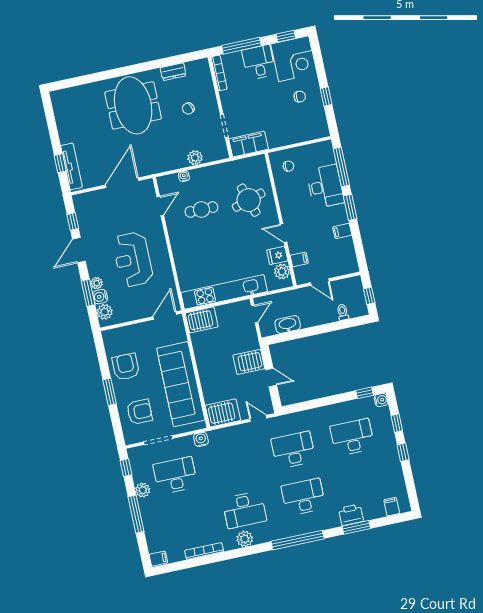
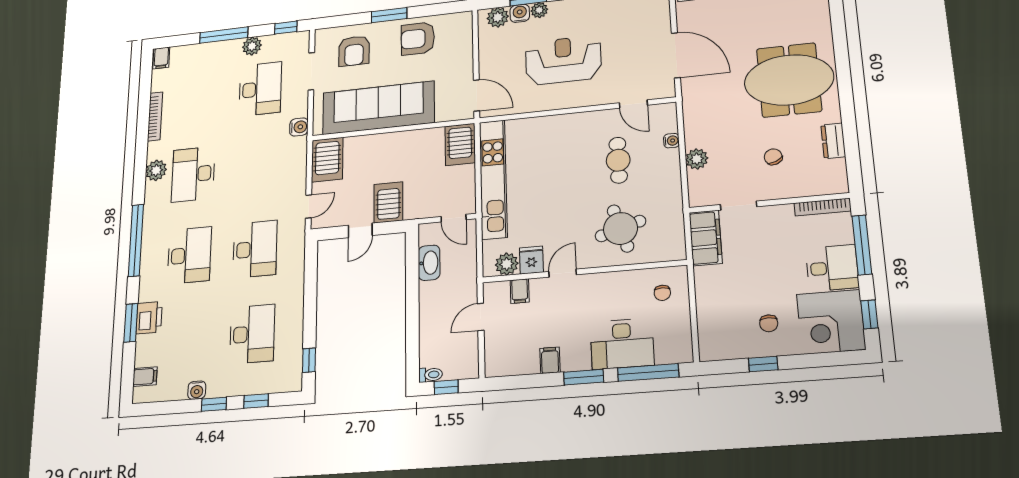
toilet: (343, 312) -> (430, 375), moved
armchair: (126, 367) -> (418, 39), turned 180
water cooler: (381, 400) -> (197, 390), moved

